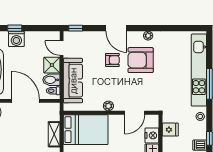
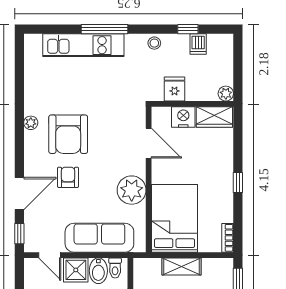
door: (116, 28) -> (19, 193), moved
door: (62, 48) -> (50, 255), hinge flipped
kitchen unit: (199, 70) -> (83, 45), width x0.73
plant: (108, 106) -> (132, 190), width x1.88, depth x1.88

